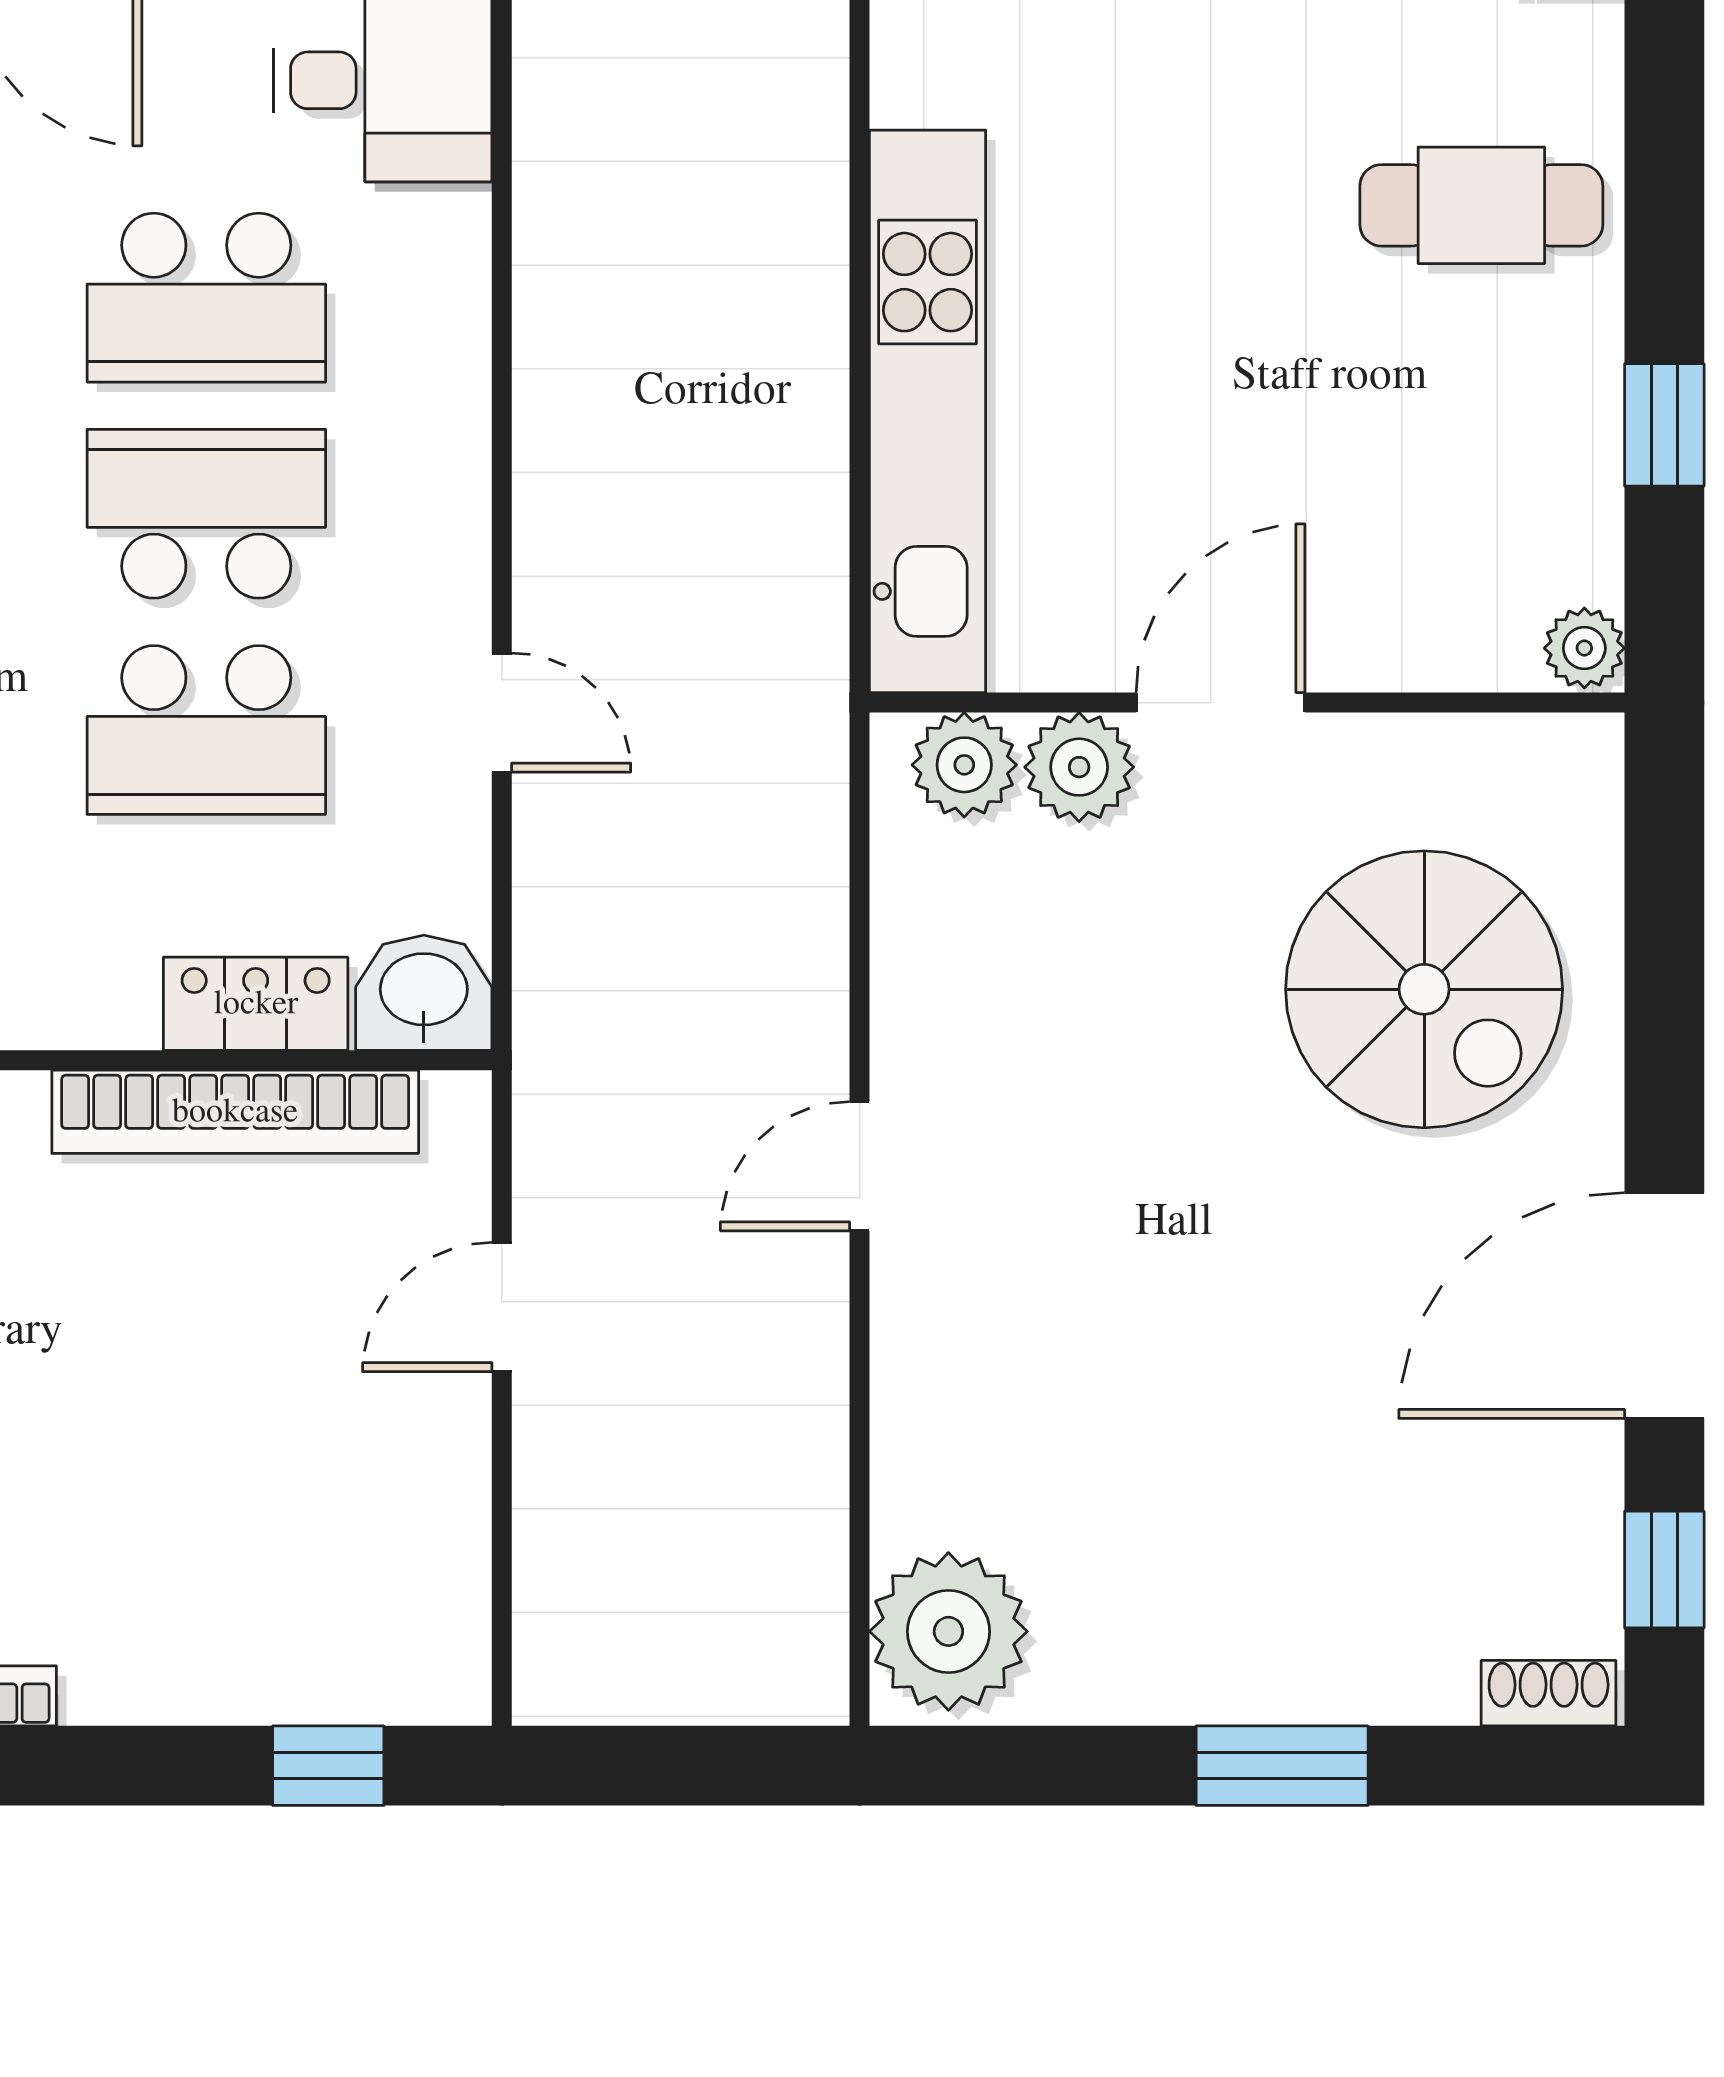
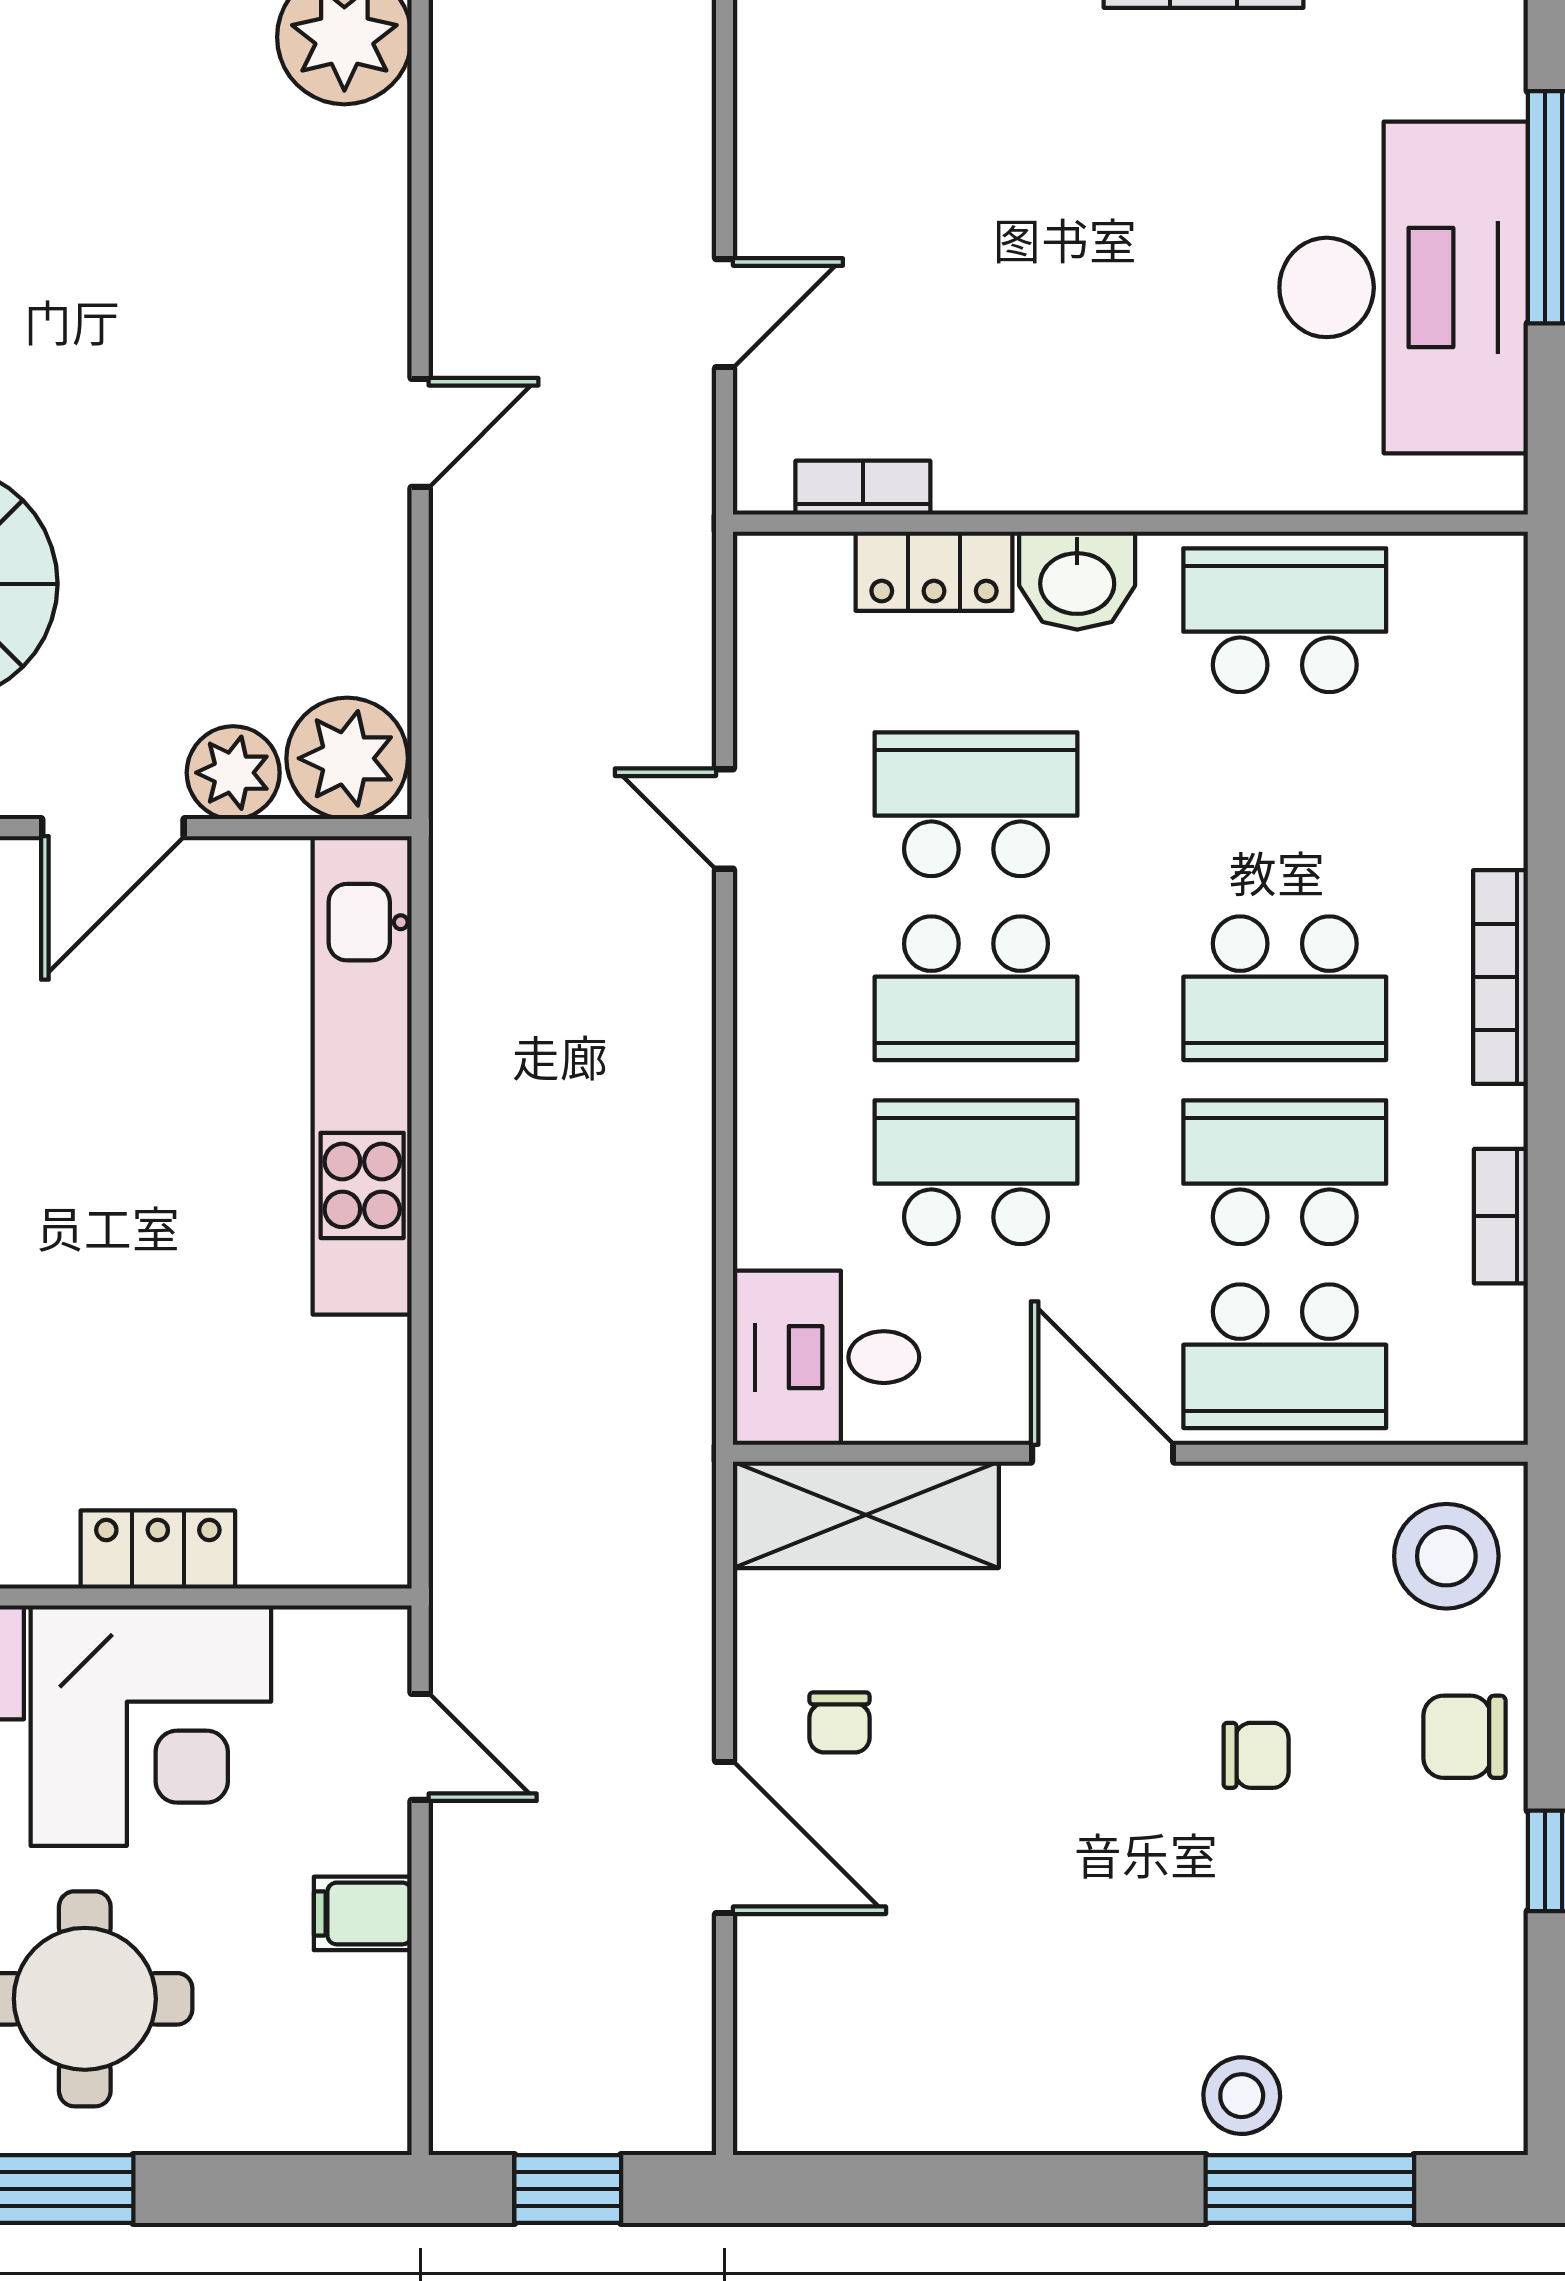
plant: (964, 765) -> (347, 758), width x1.36, depth x1.36
washbasin: (424, 993) -> (1077, 581), moved
bookcase: (235, 1112) -> (863, 488), width x0.43, depth x0.76

